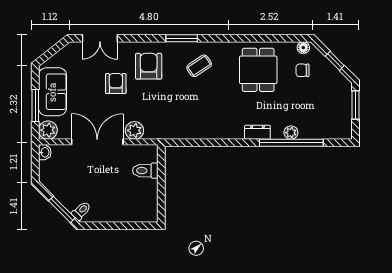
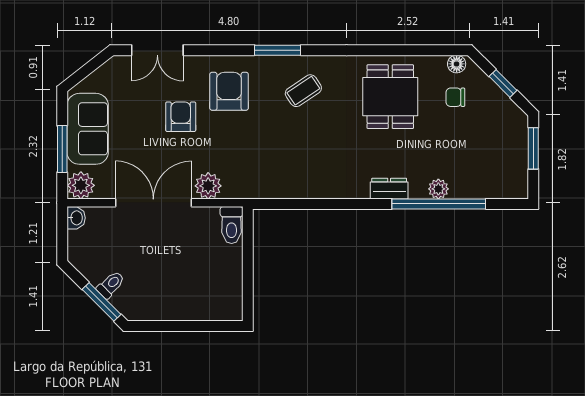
toilet: (145, 171) -> (232, 225), moved, turned -90
toilet: (81, 211) -> (111, 285), moved

